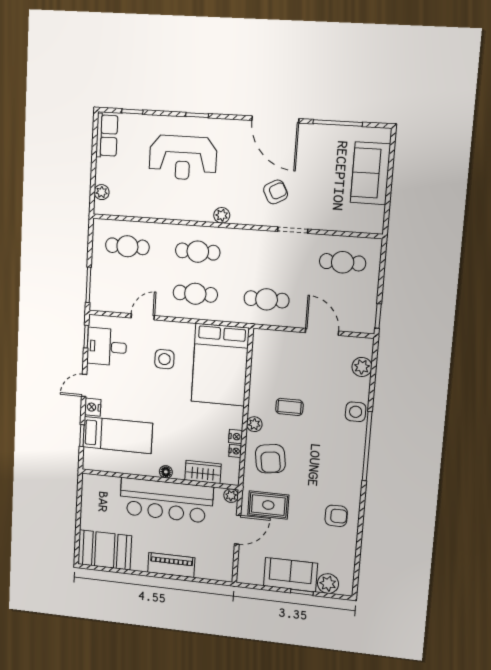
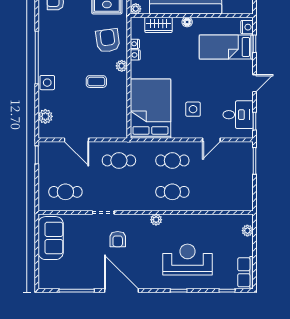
sofa: (370, 173) -> (51, 238), moved
armchair: (276, 192) -> (118, 239), turned -62
cafe table: (127, 246) -> (226, 192), removed
nightstand: (93, 407) -> (247, 27), moved

